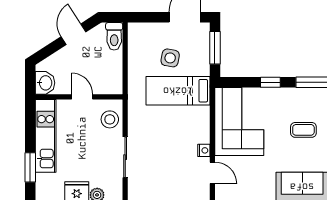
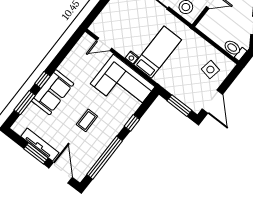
side table: (170, 58) -> (210, 70), moved
bed: (178, 91) -> (158, 52), moved
nightstand: (204, 150) -> (132, 57), moved

